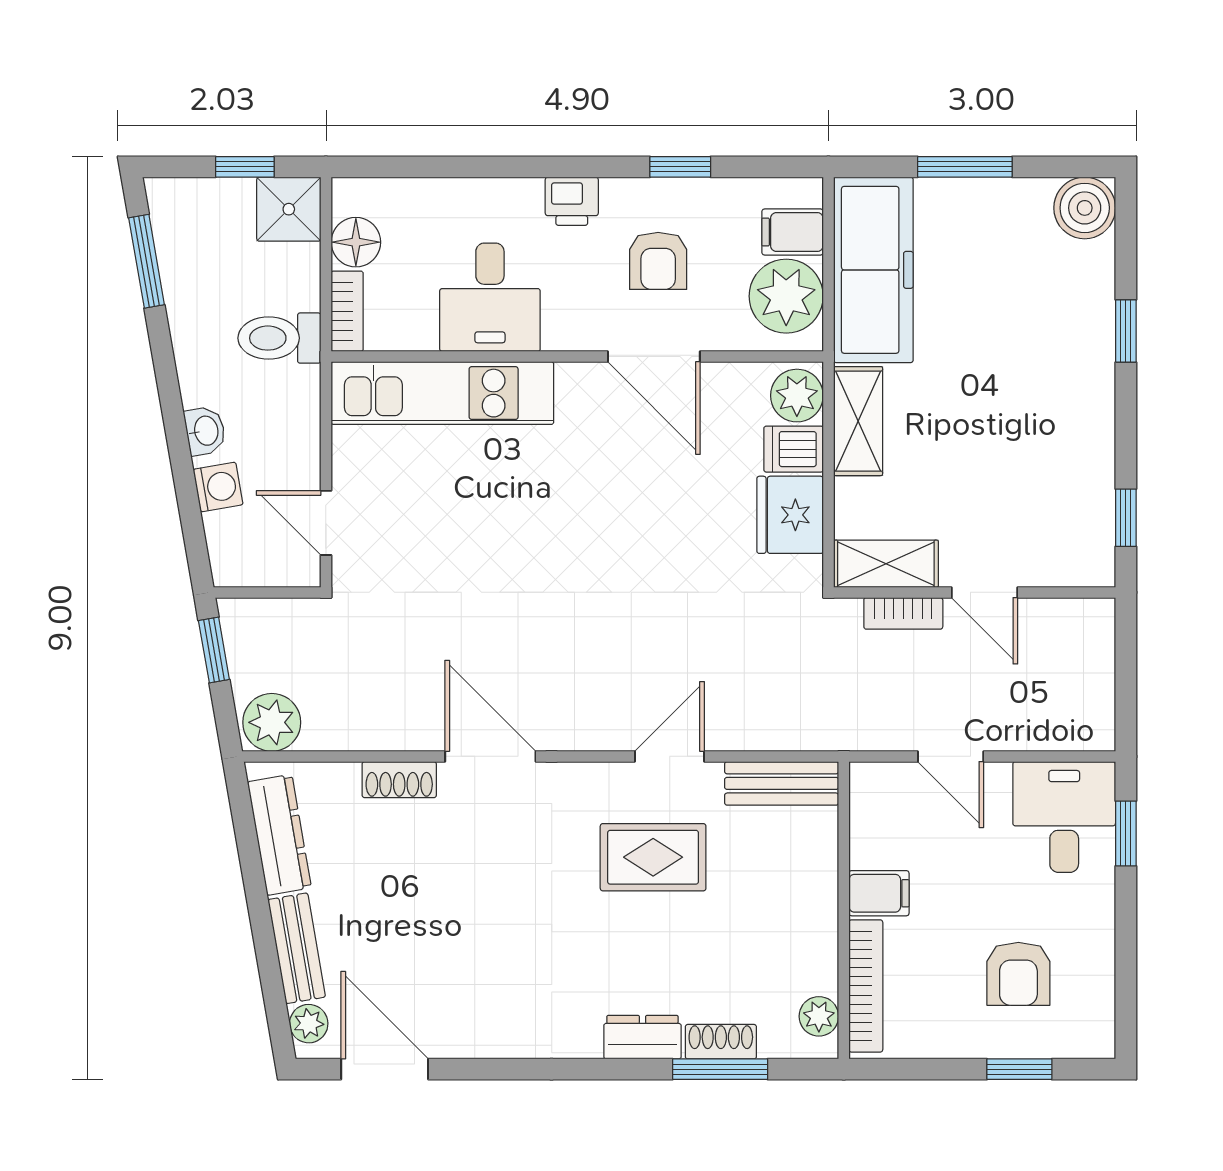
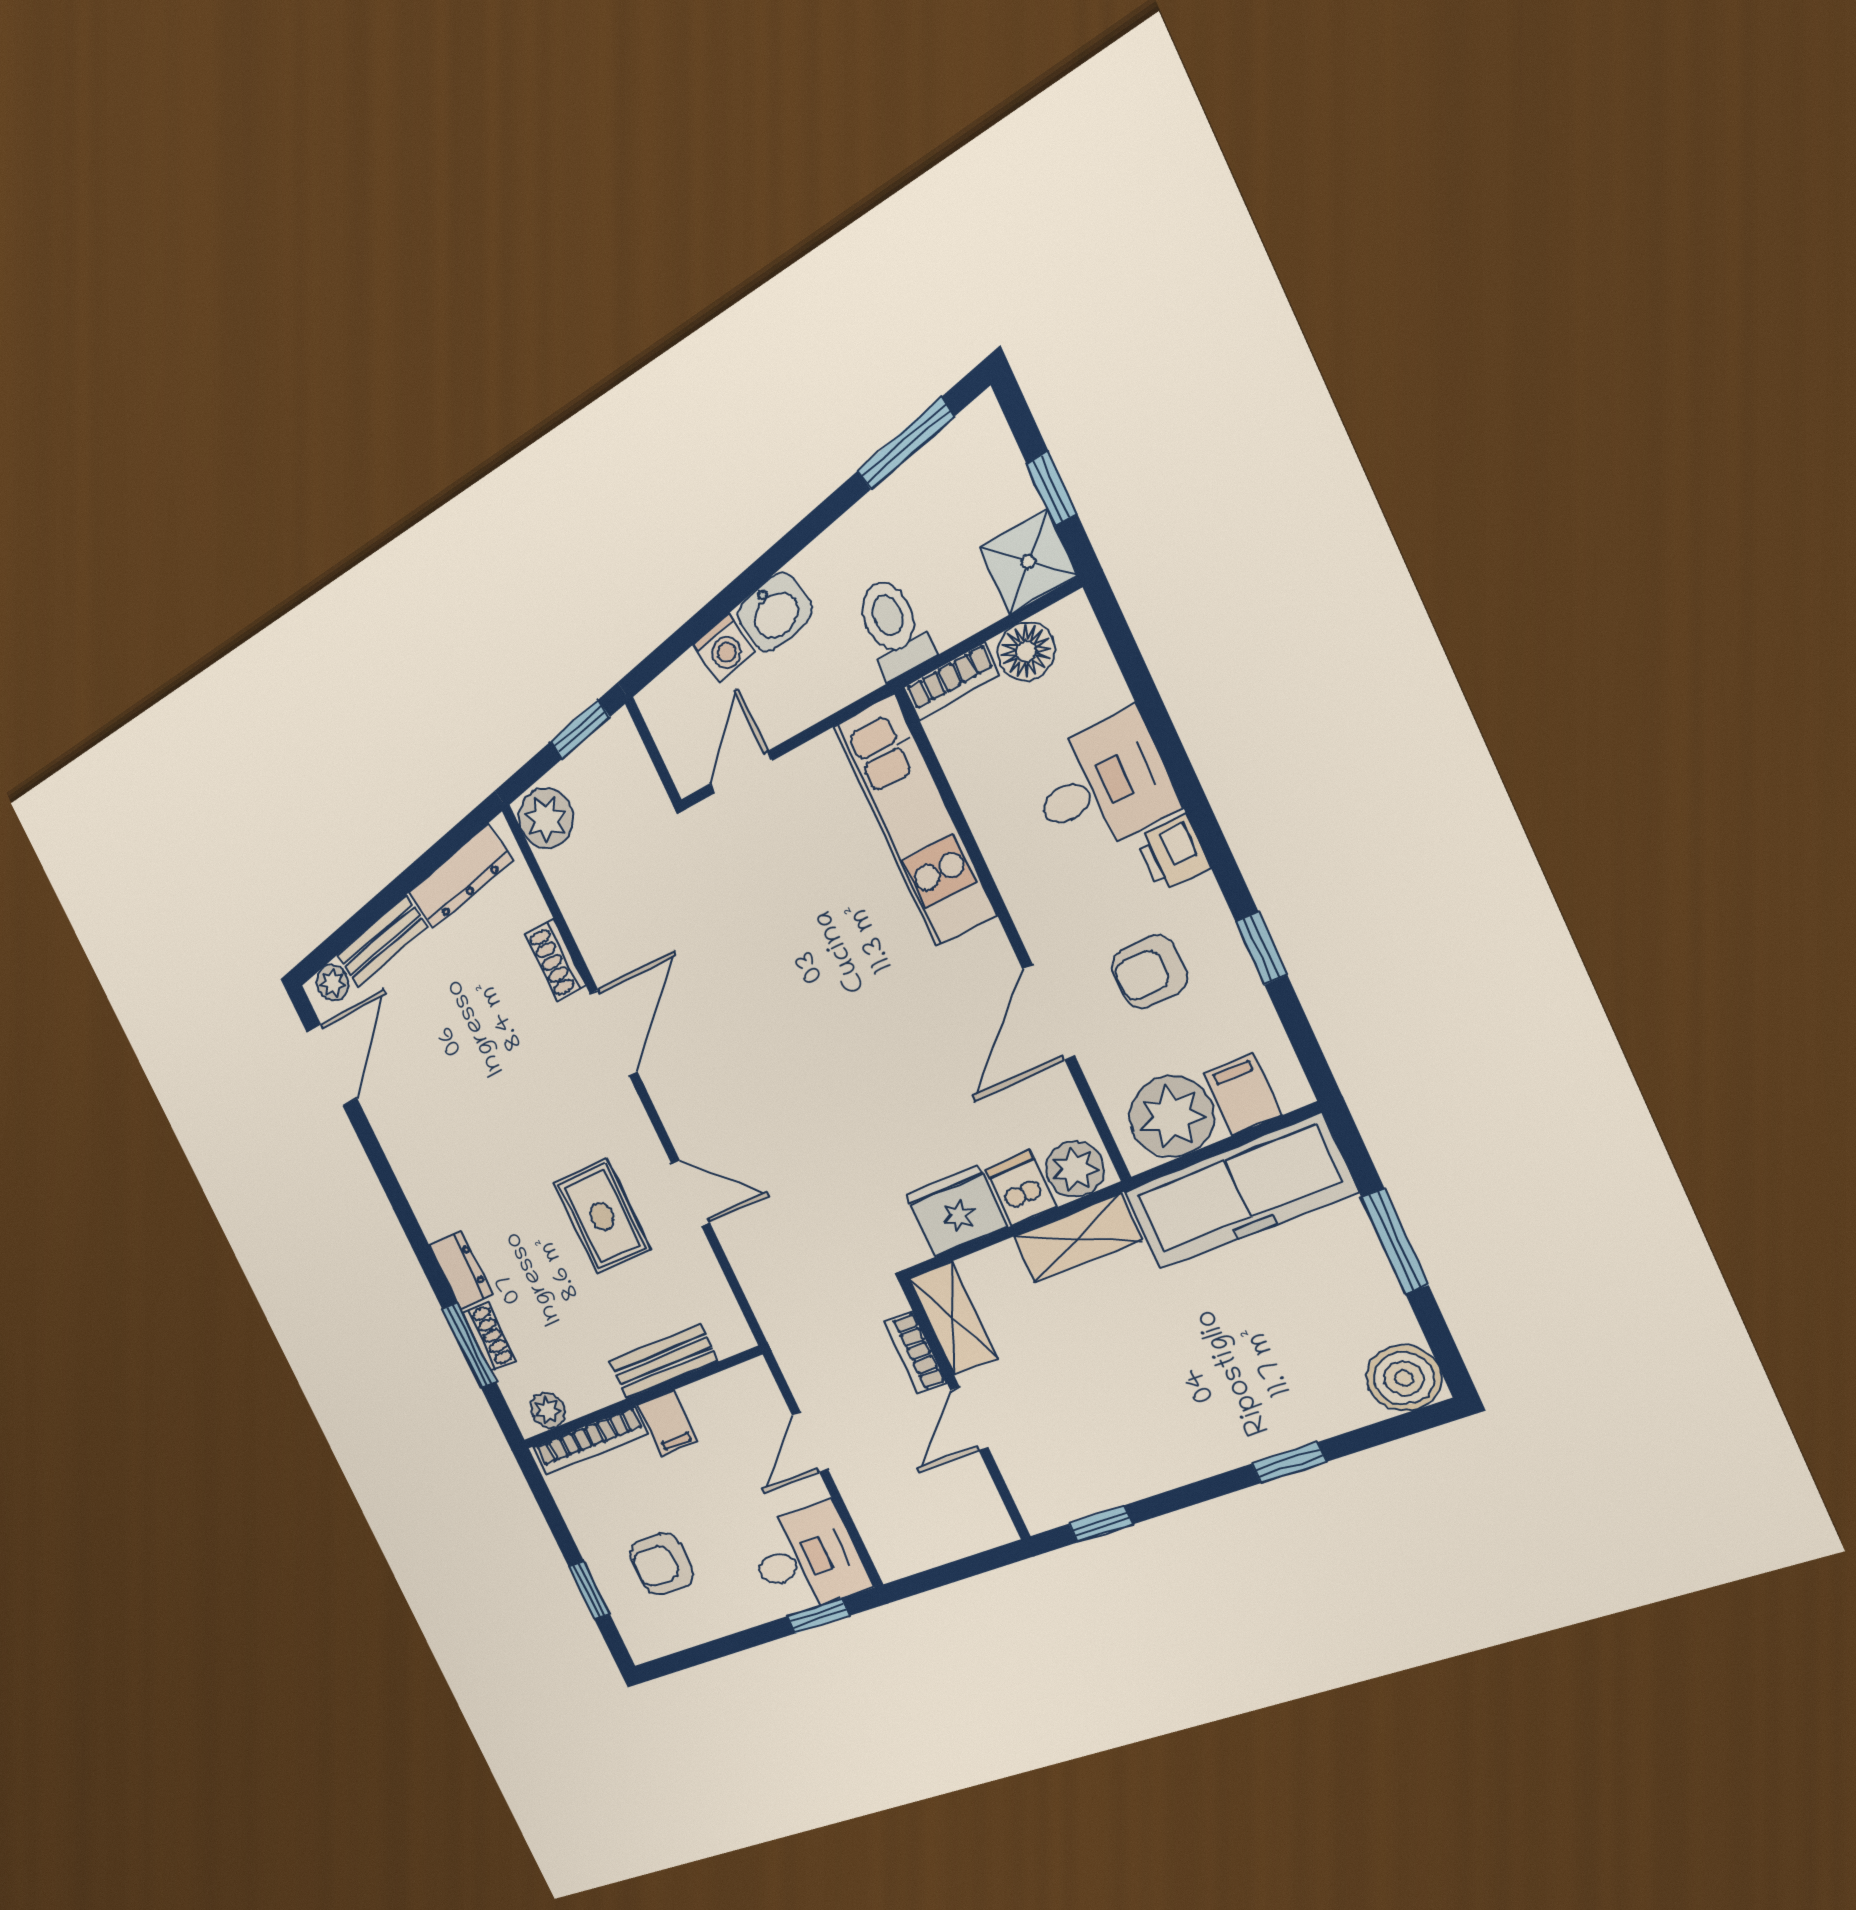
desk: (490, 297) -> (1102, 785), moved, turned 180
washbasin: (205, 431) -> (774, 612), width x1.38, depth x1.45
bench: (782, 783) -> (663, 1361), moved, turned 90

